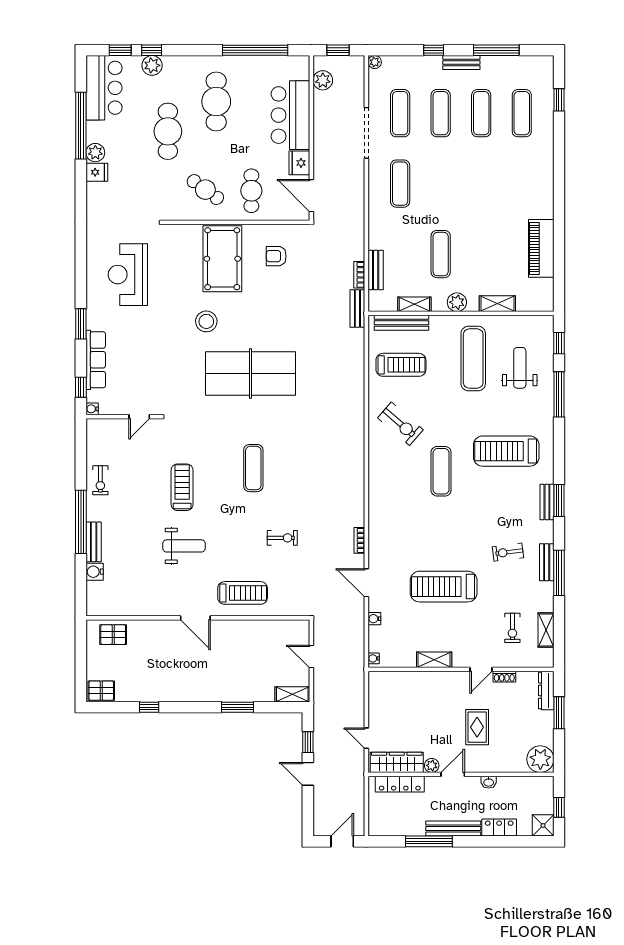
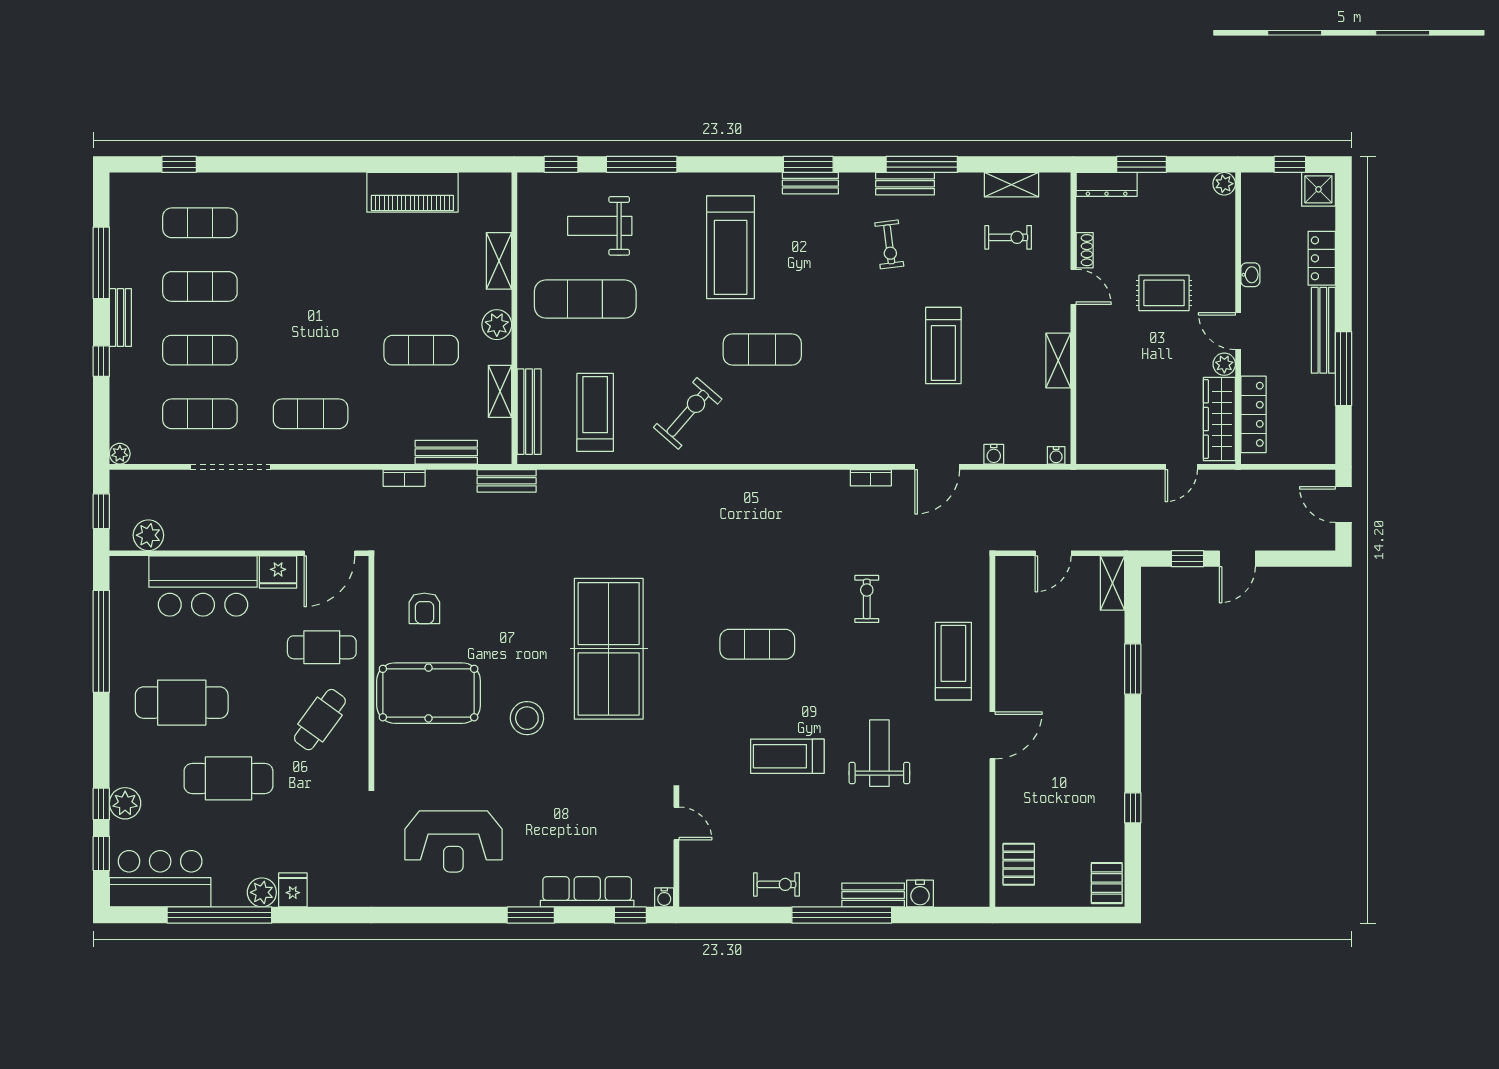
bookcase: (359, 275) -> (404, 478), moved
treadmill: (444, 587) -> (943, 345), width x0.73, depth x0.73
plant: (540, 759) -> (1224, 184), width x0.53, depth x0.53

